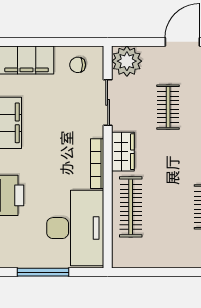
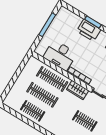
clothes rail: (168, 207) -> (42, 95), added
desk: (75, 228) -> (60, 55), width x0.73, depth x0.77

